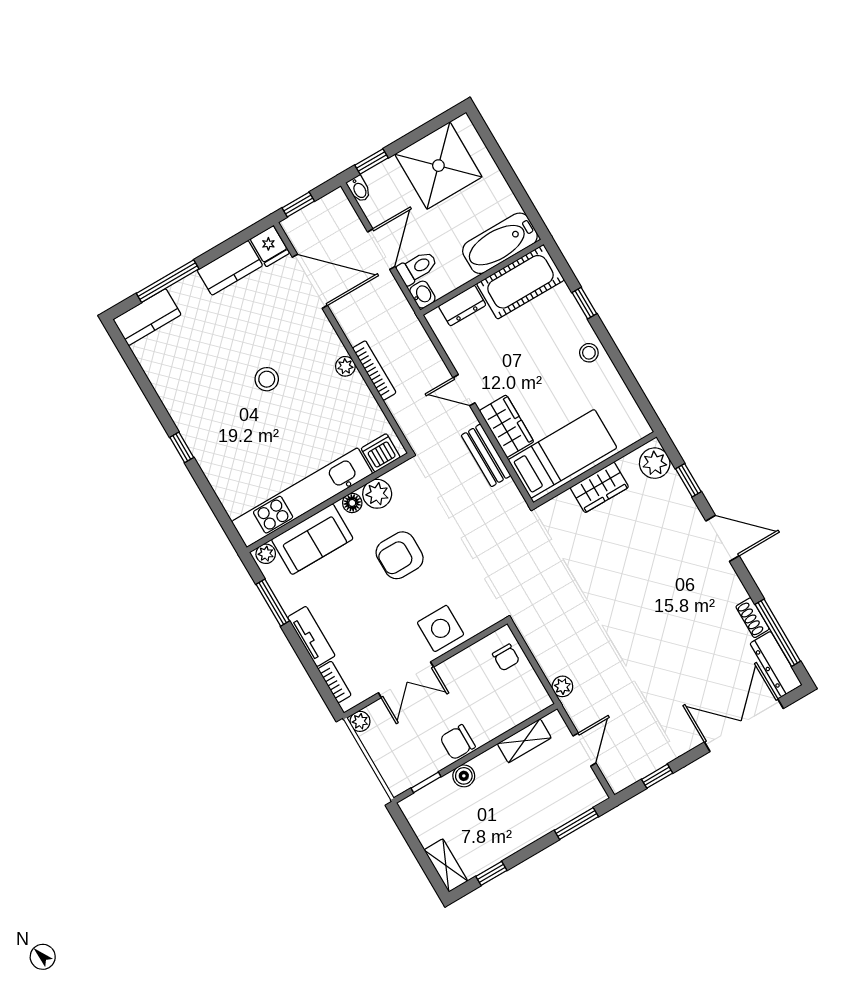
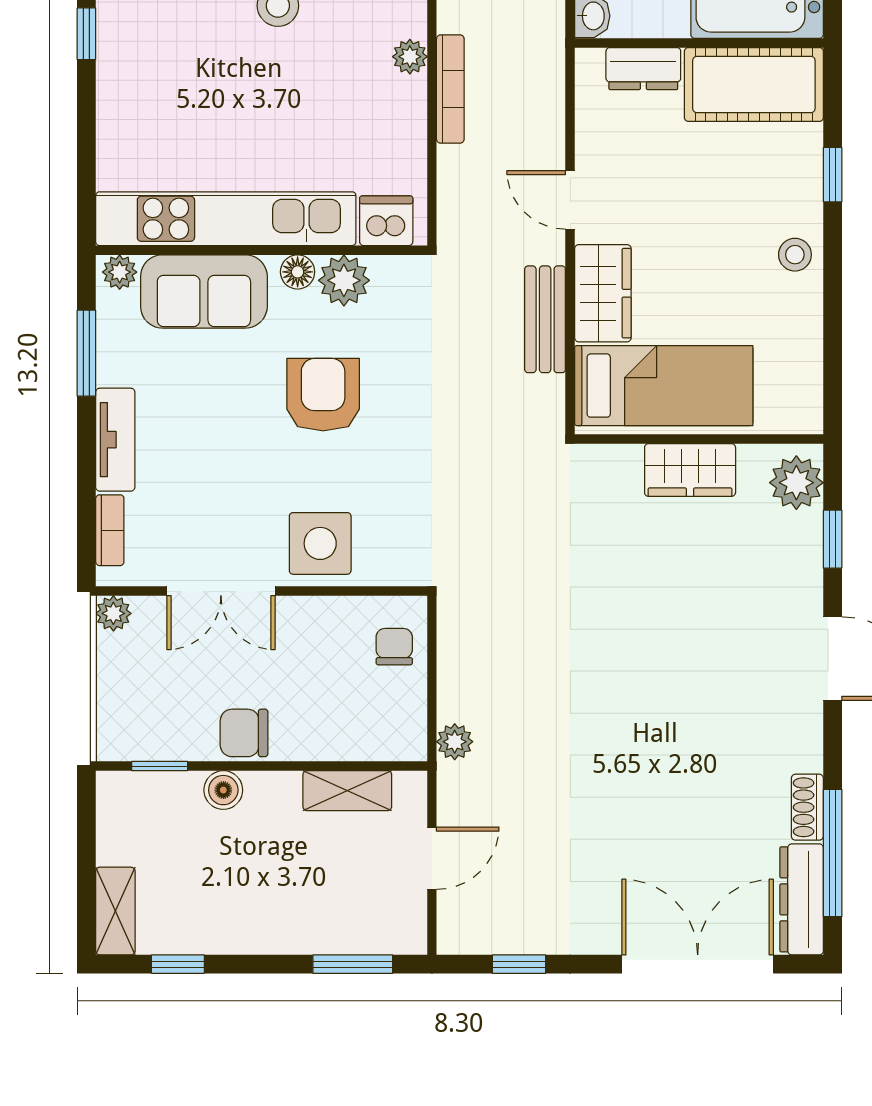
armchair: (400, 555) -> (323, 395), turned 90
chair: (506, 657) -> (394, 647), turned 180

